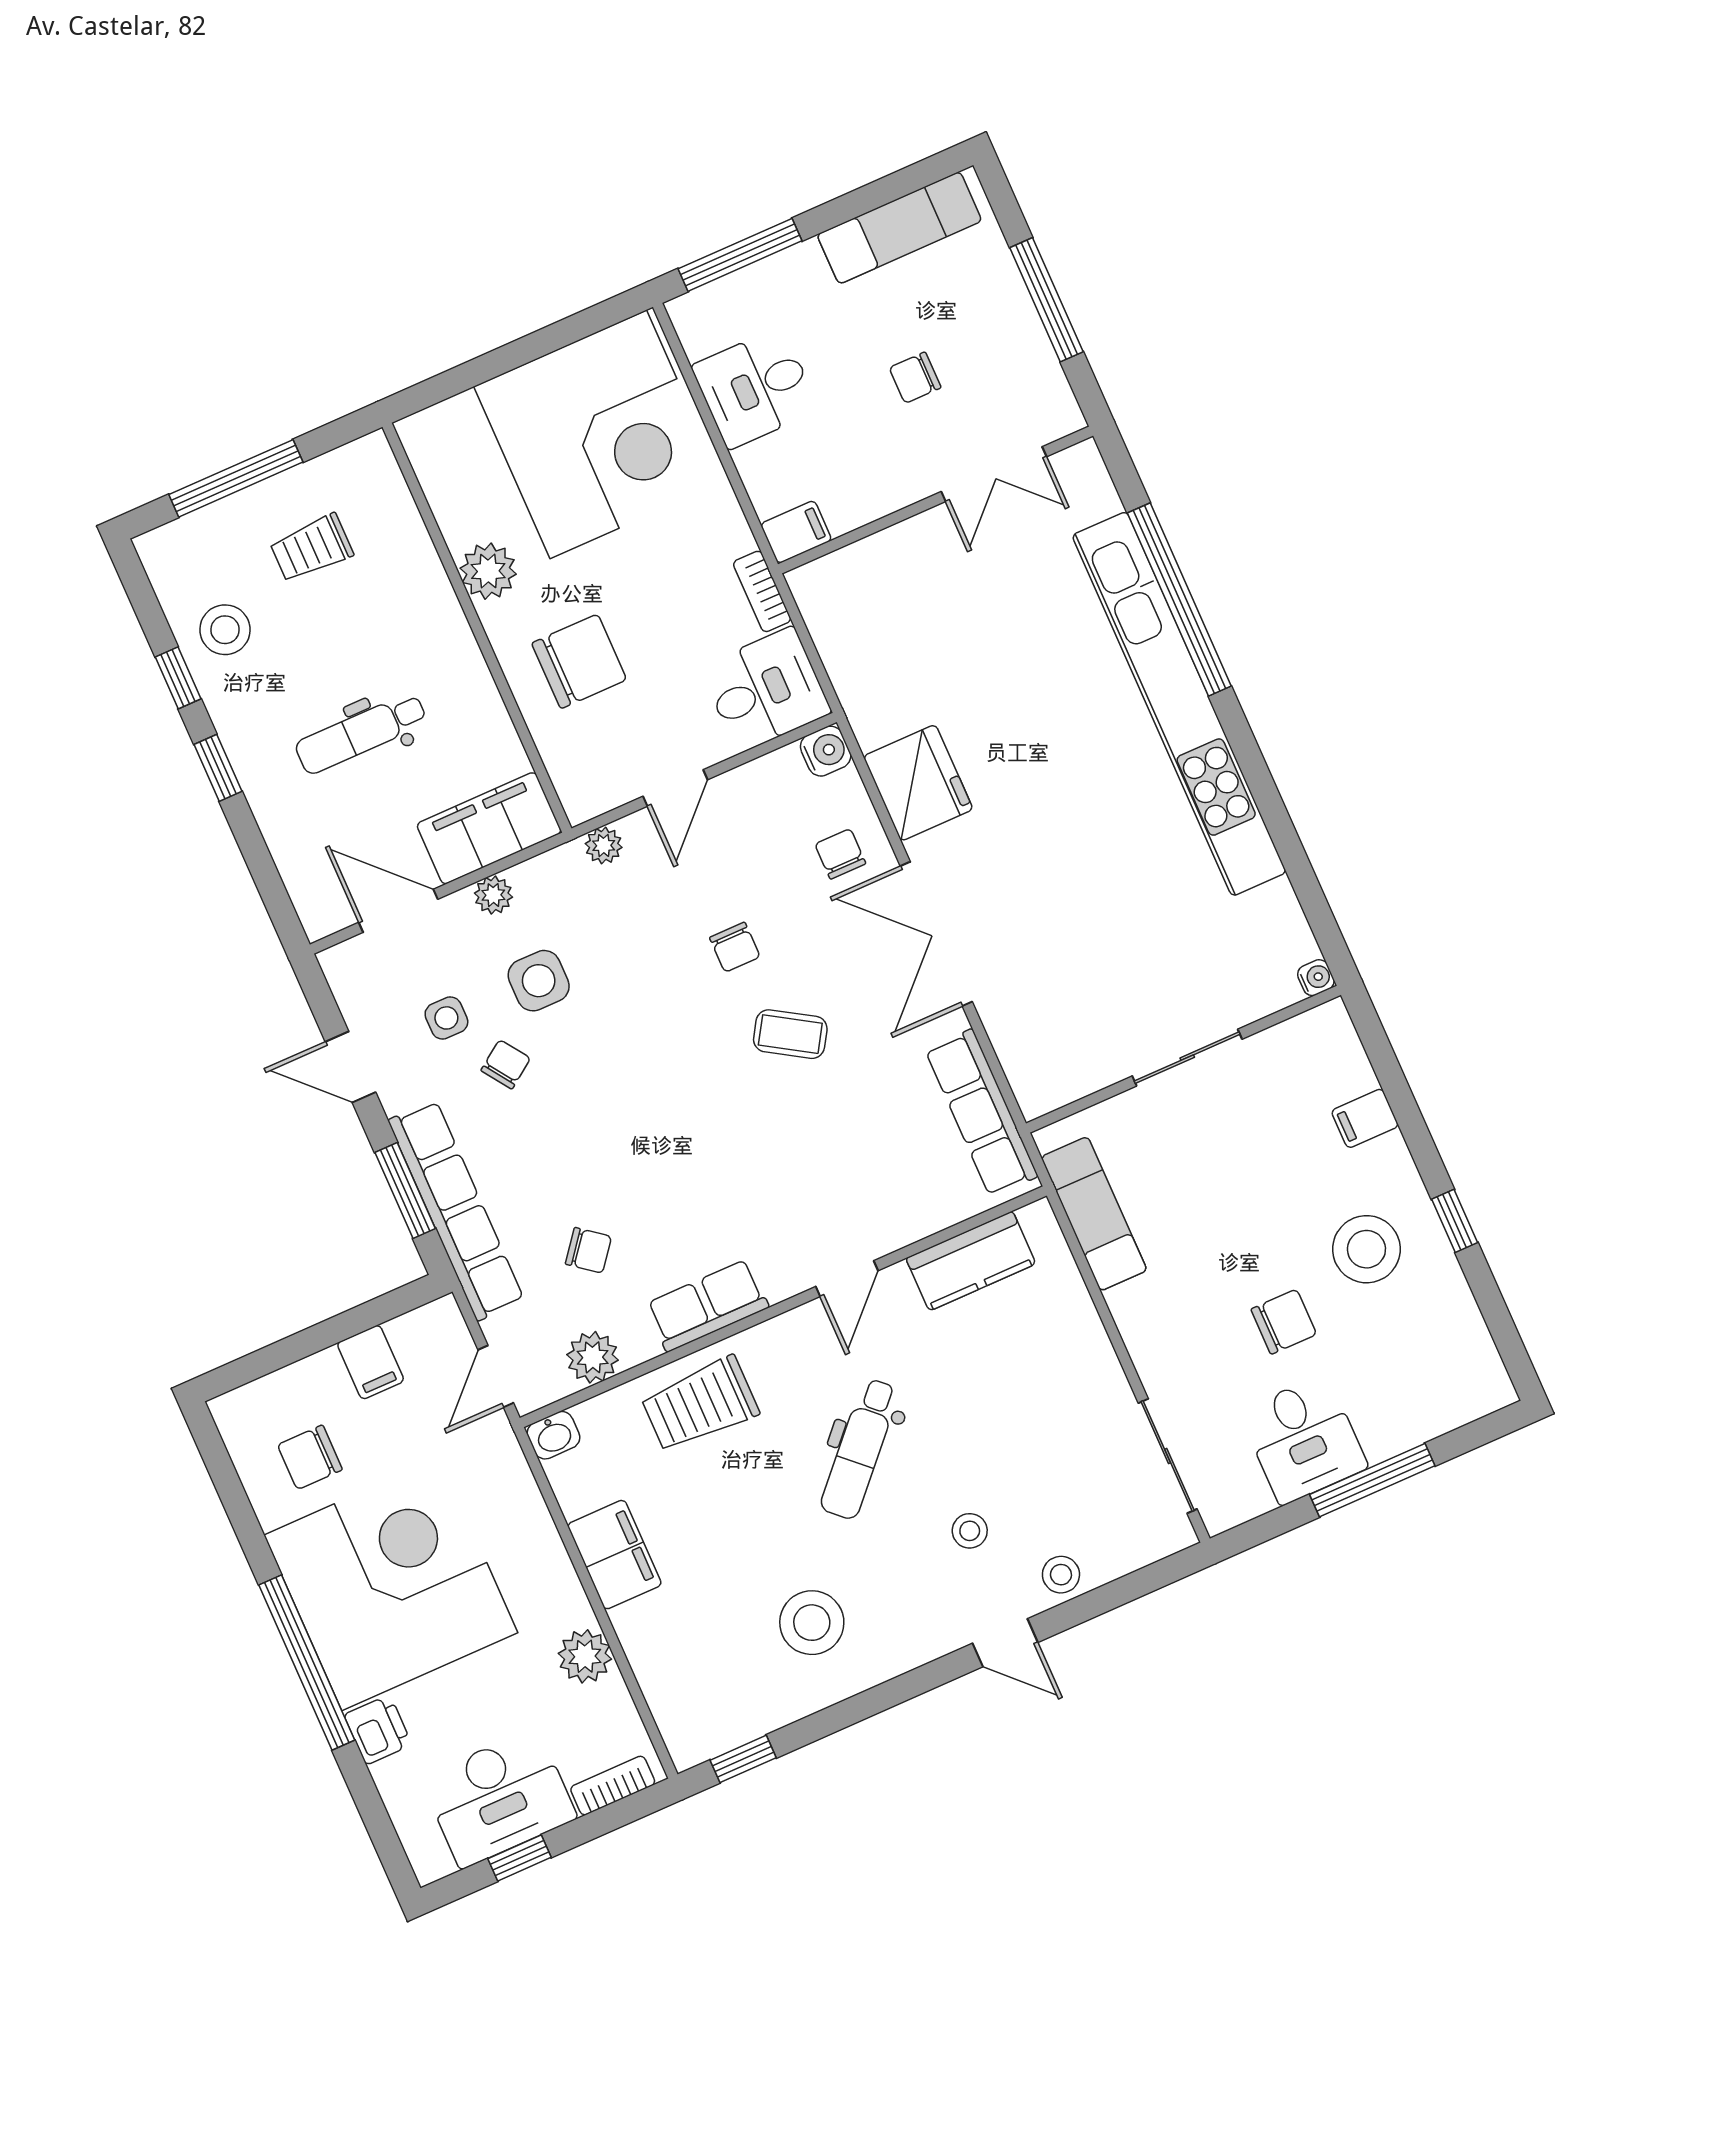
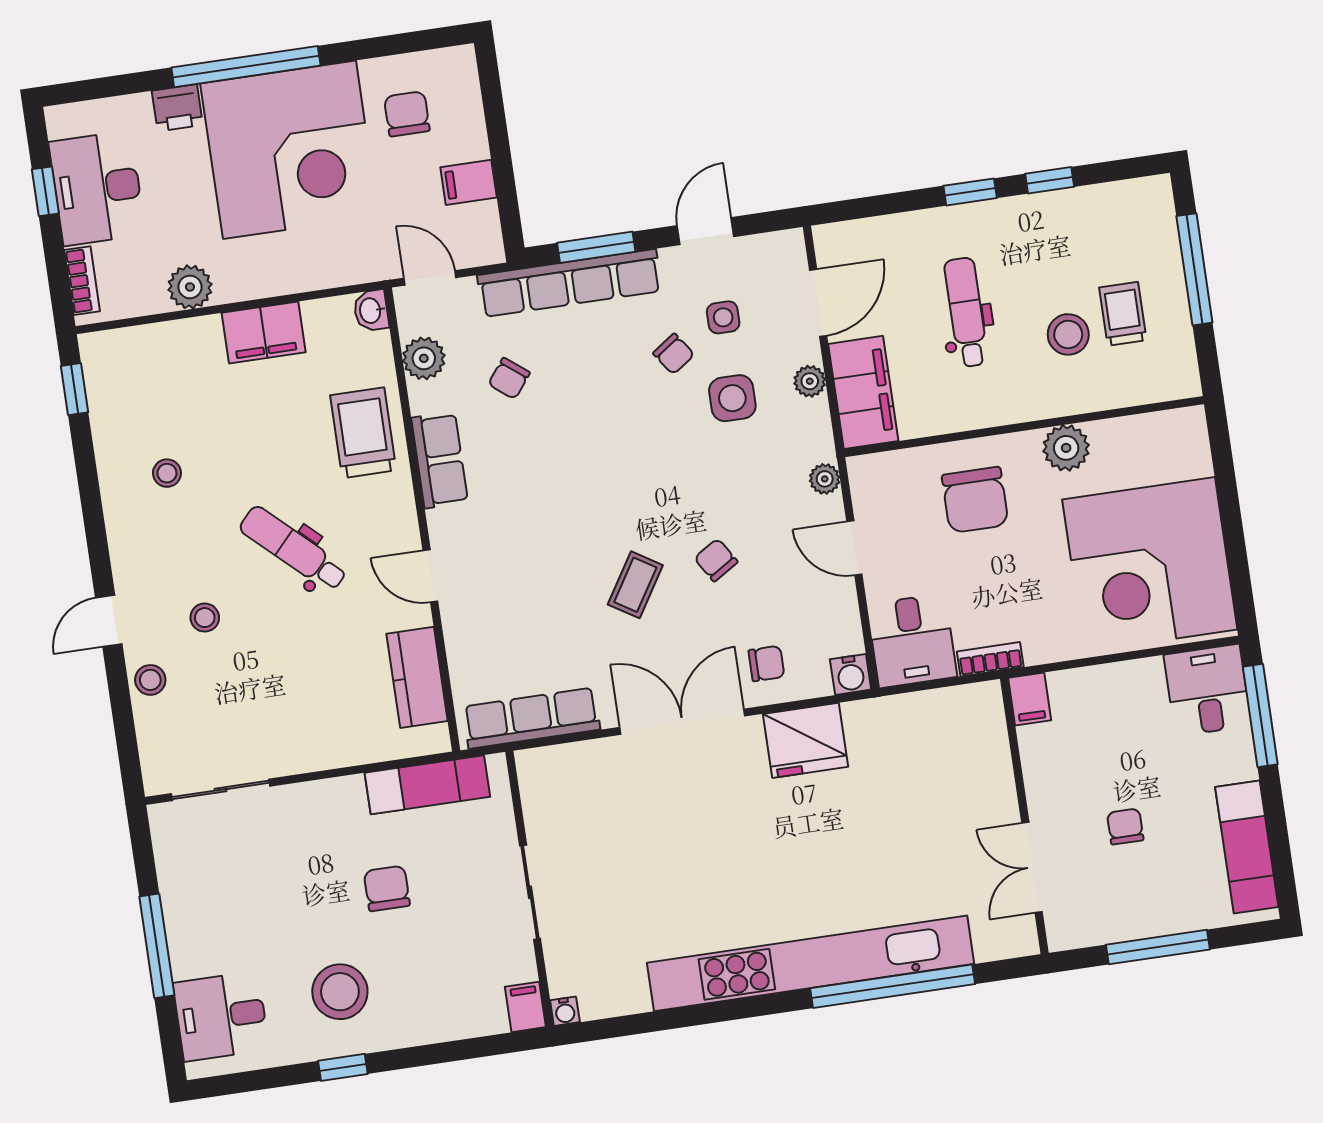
desk: (755, 388) -> (1207, 690), moved
stool: (225, 630) -> (1068, 334), moved
chair: (735, 947) -> (716, 560), turned 58
filing cabinet: (1365, 1118) -> (525, 1007), moved
chair: (1284, 1322) -> (387, 888), moved, turned 180
desk: (1303, 1439) -> (221, 1016), moved
stool: (812, 1623) -> (167, 473), width x0.53, depth x0.53

